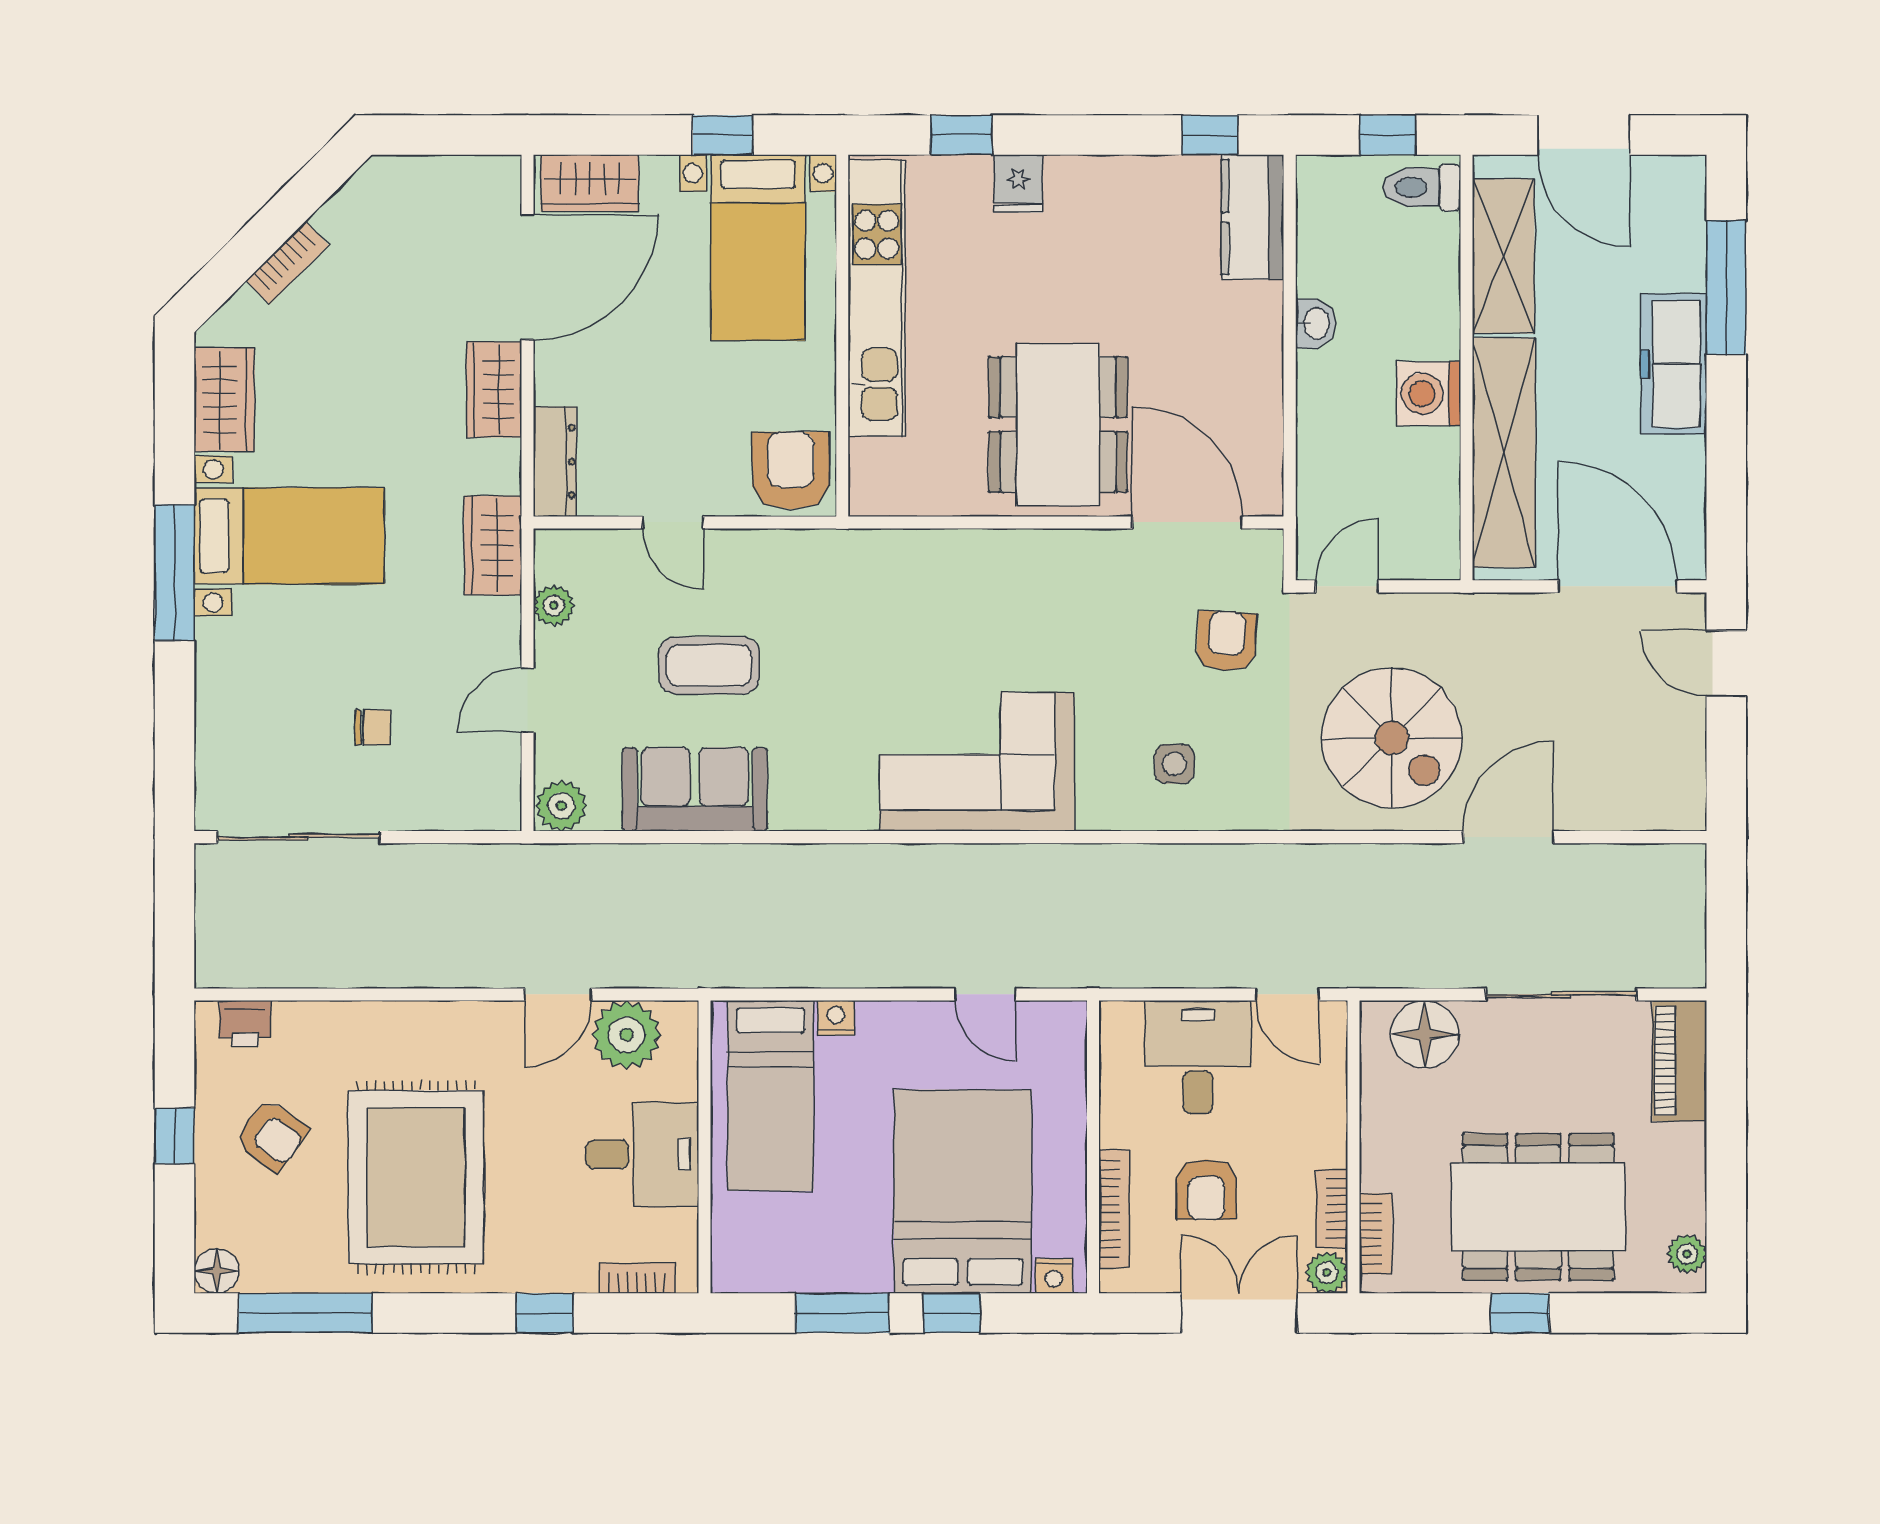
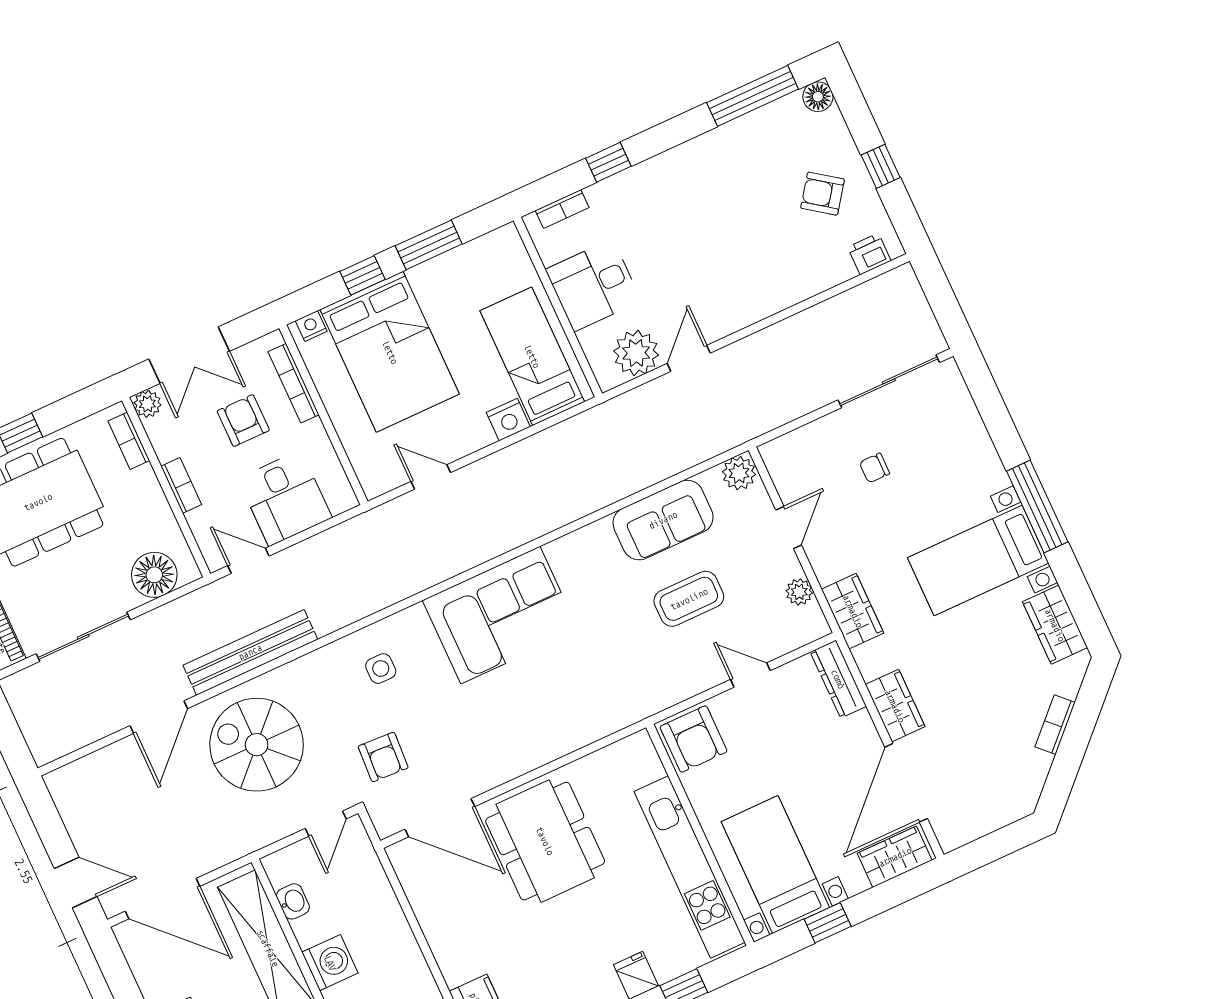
washbasin: (1315, 323) -> (293, 901), moved, turned 180
bench: (1342, 868) -> (250, 652), added
nightstand: (836, 1018) -> (508, 420), width x1.39, depth x1.35
rug: (416, 1177) -> (724, 209), removed
bookcase: (1332, 1209) -> (181, 485), moved

